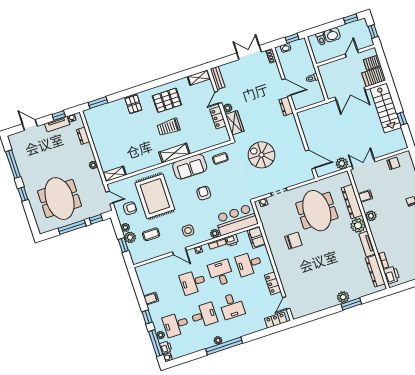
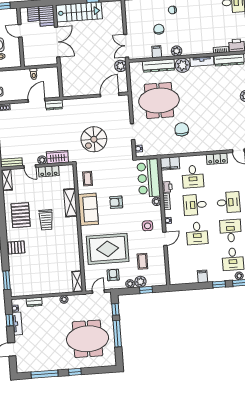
shelving: (174, 153) -> (70, 203), moved
chair: (393, 163) -> (159, 29), moved

